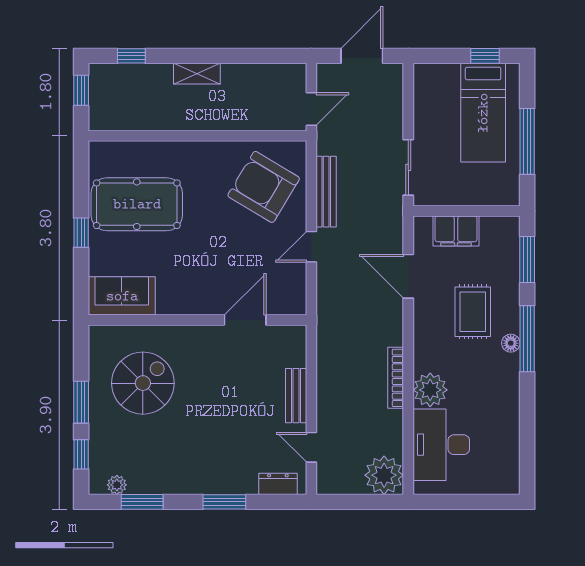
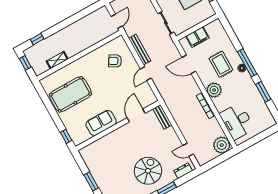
shelving: (197, 74) -> (57, 60), moved
armchair: (264, 187) -> (115, 61), width x0.53, depth x0.53
window: (81, 233) -> (66, 136), moved
window: (527, 260) -> (263, 92), moved
sofa: (122, 296) -> (101, 123), moved
spiral stairs: (143, 383) -> (148, 171), moved
plant: (430, 390) -> (214, 90), moved
bench: (296, 396) -> (162, 117), moved

